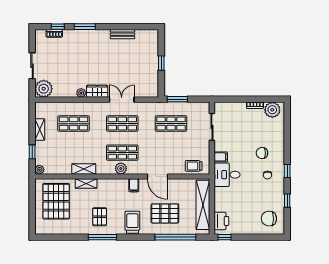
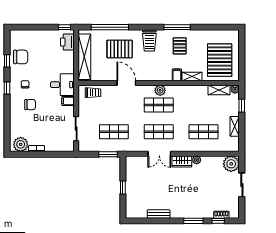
shelving: (84, 169) -> (219, 90), moved
filing cabinet: (134, 185) -> (177, 75), moved
chair: (269, 219) -> (21, 57), moved

